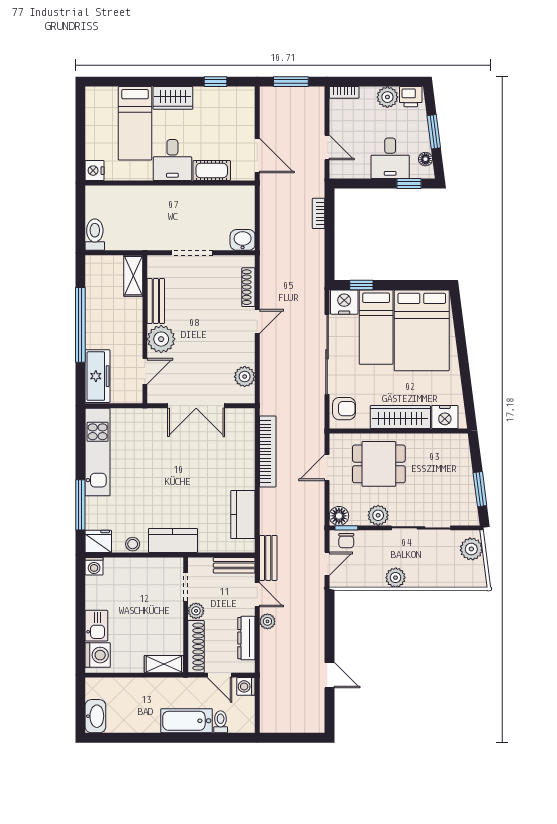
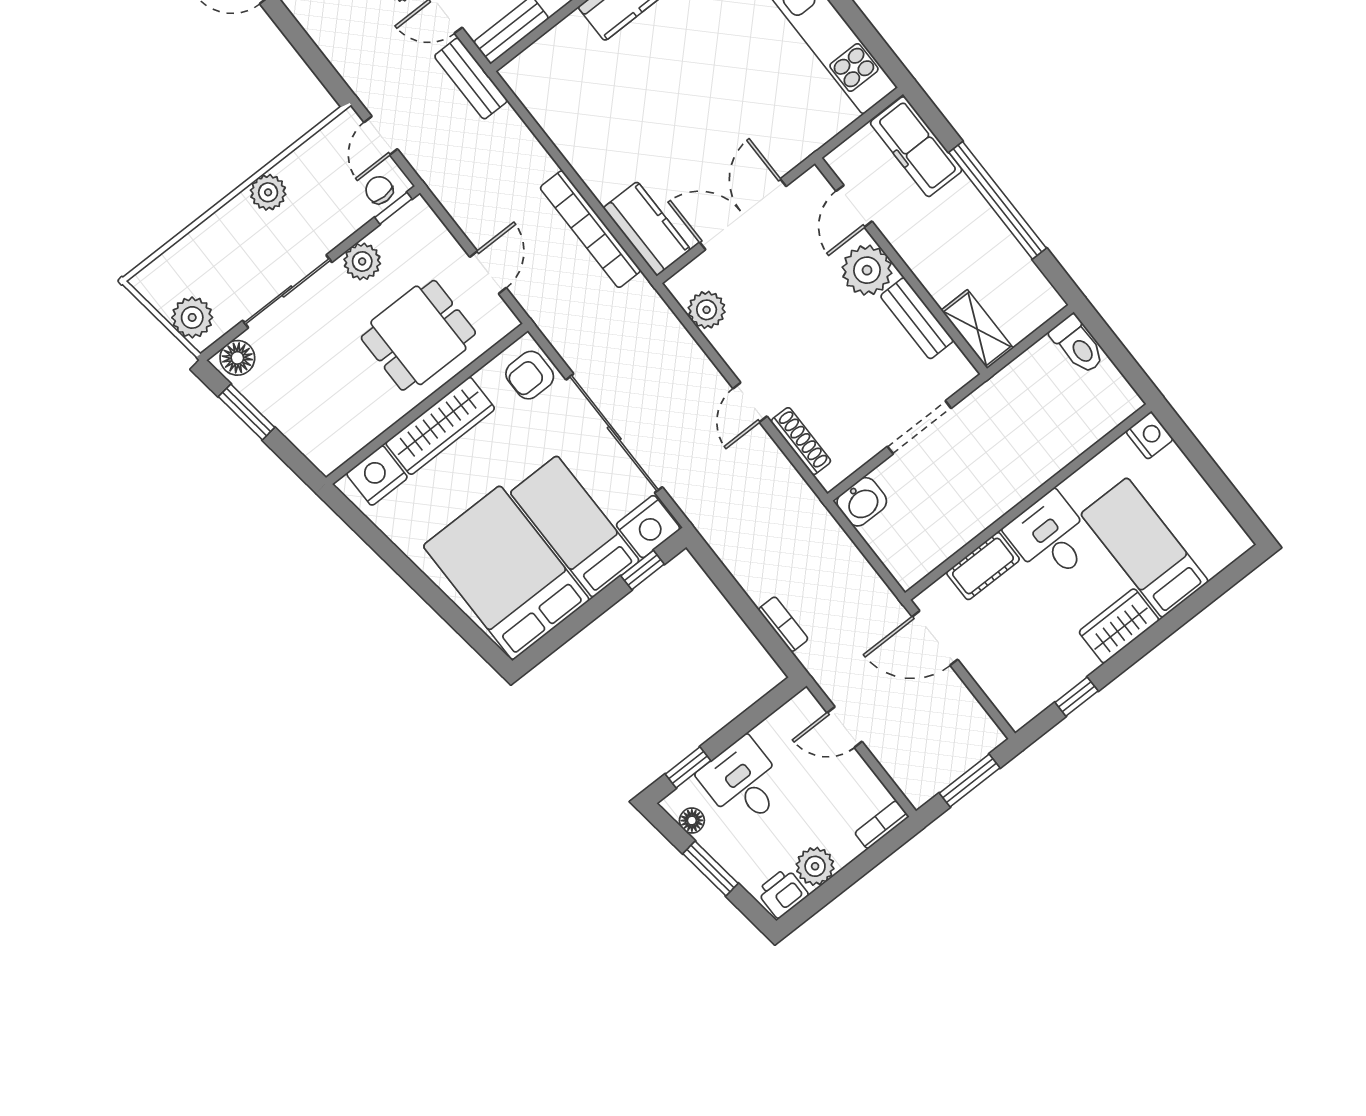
kitchen counter: (243, 515) -> (647, 229), moved
floor lamp: (339, 516) -> (237, 358), moved

